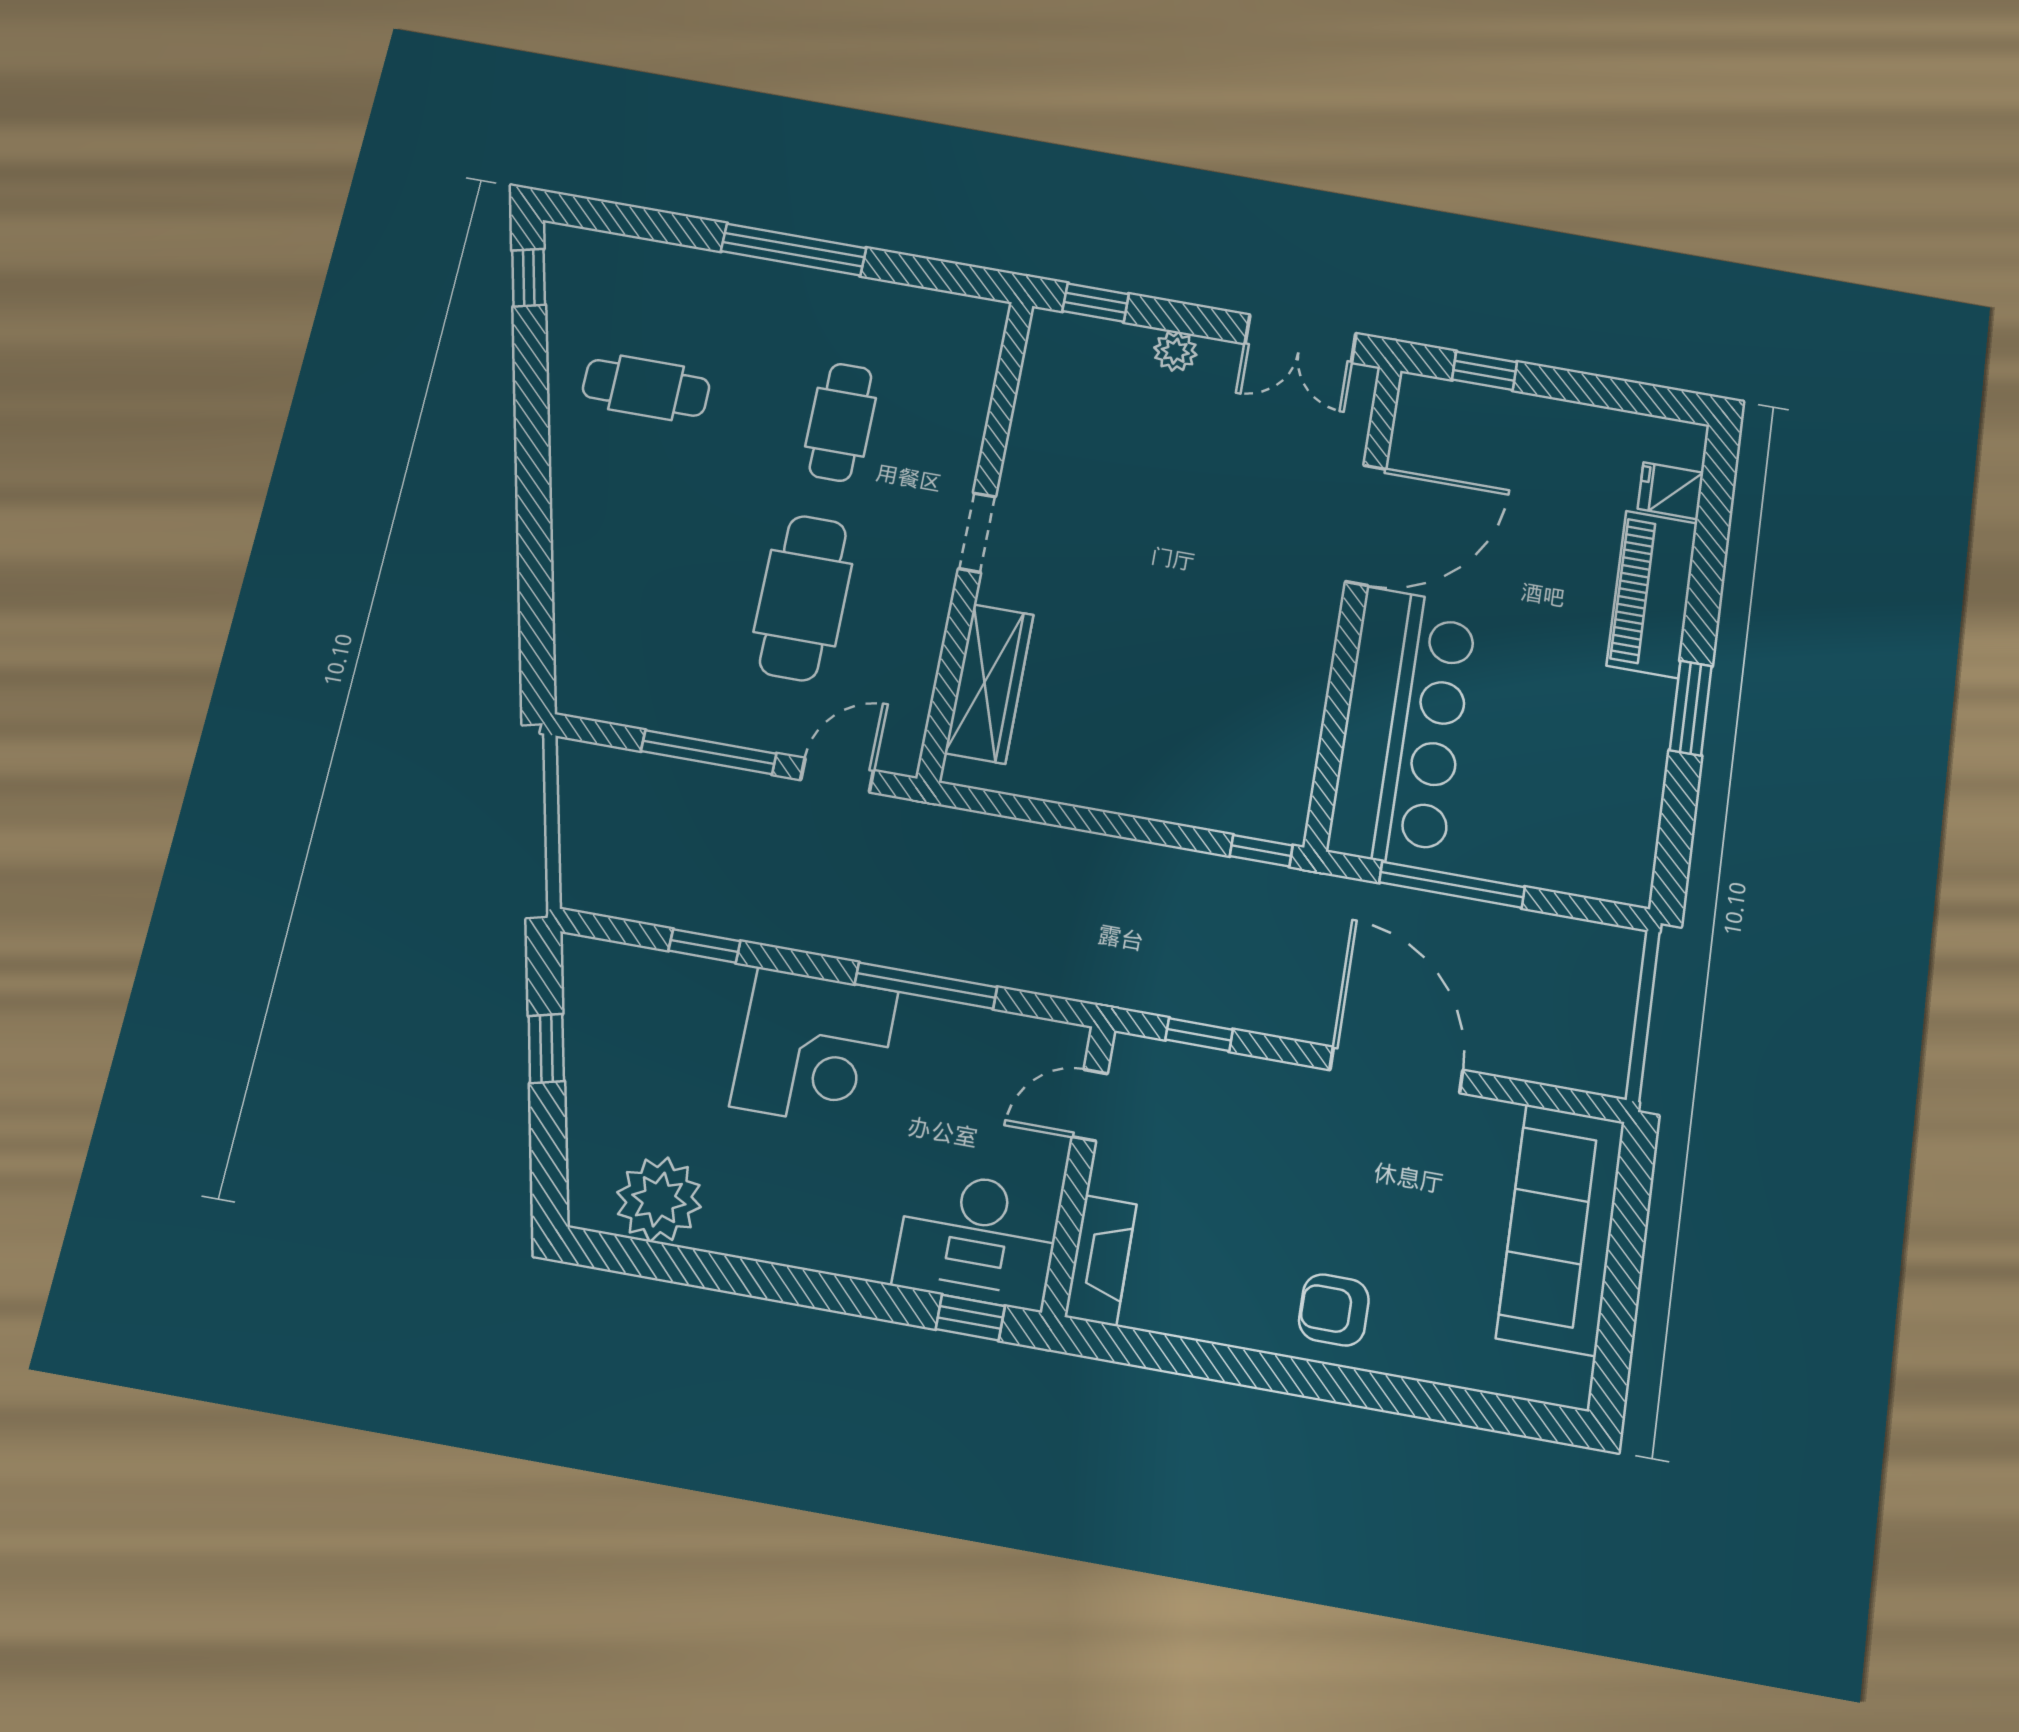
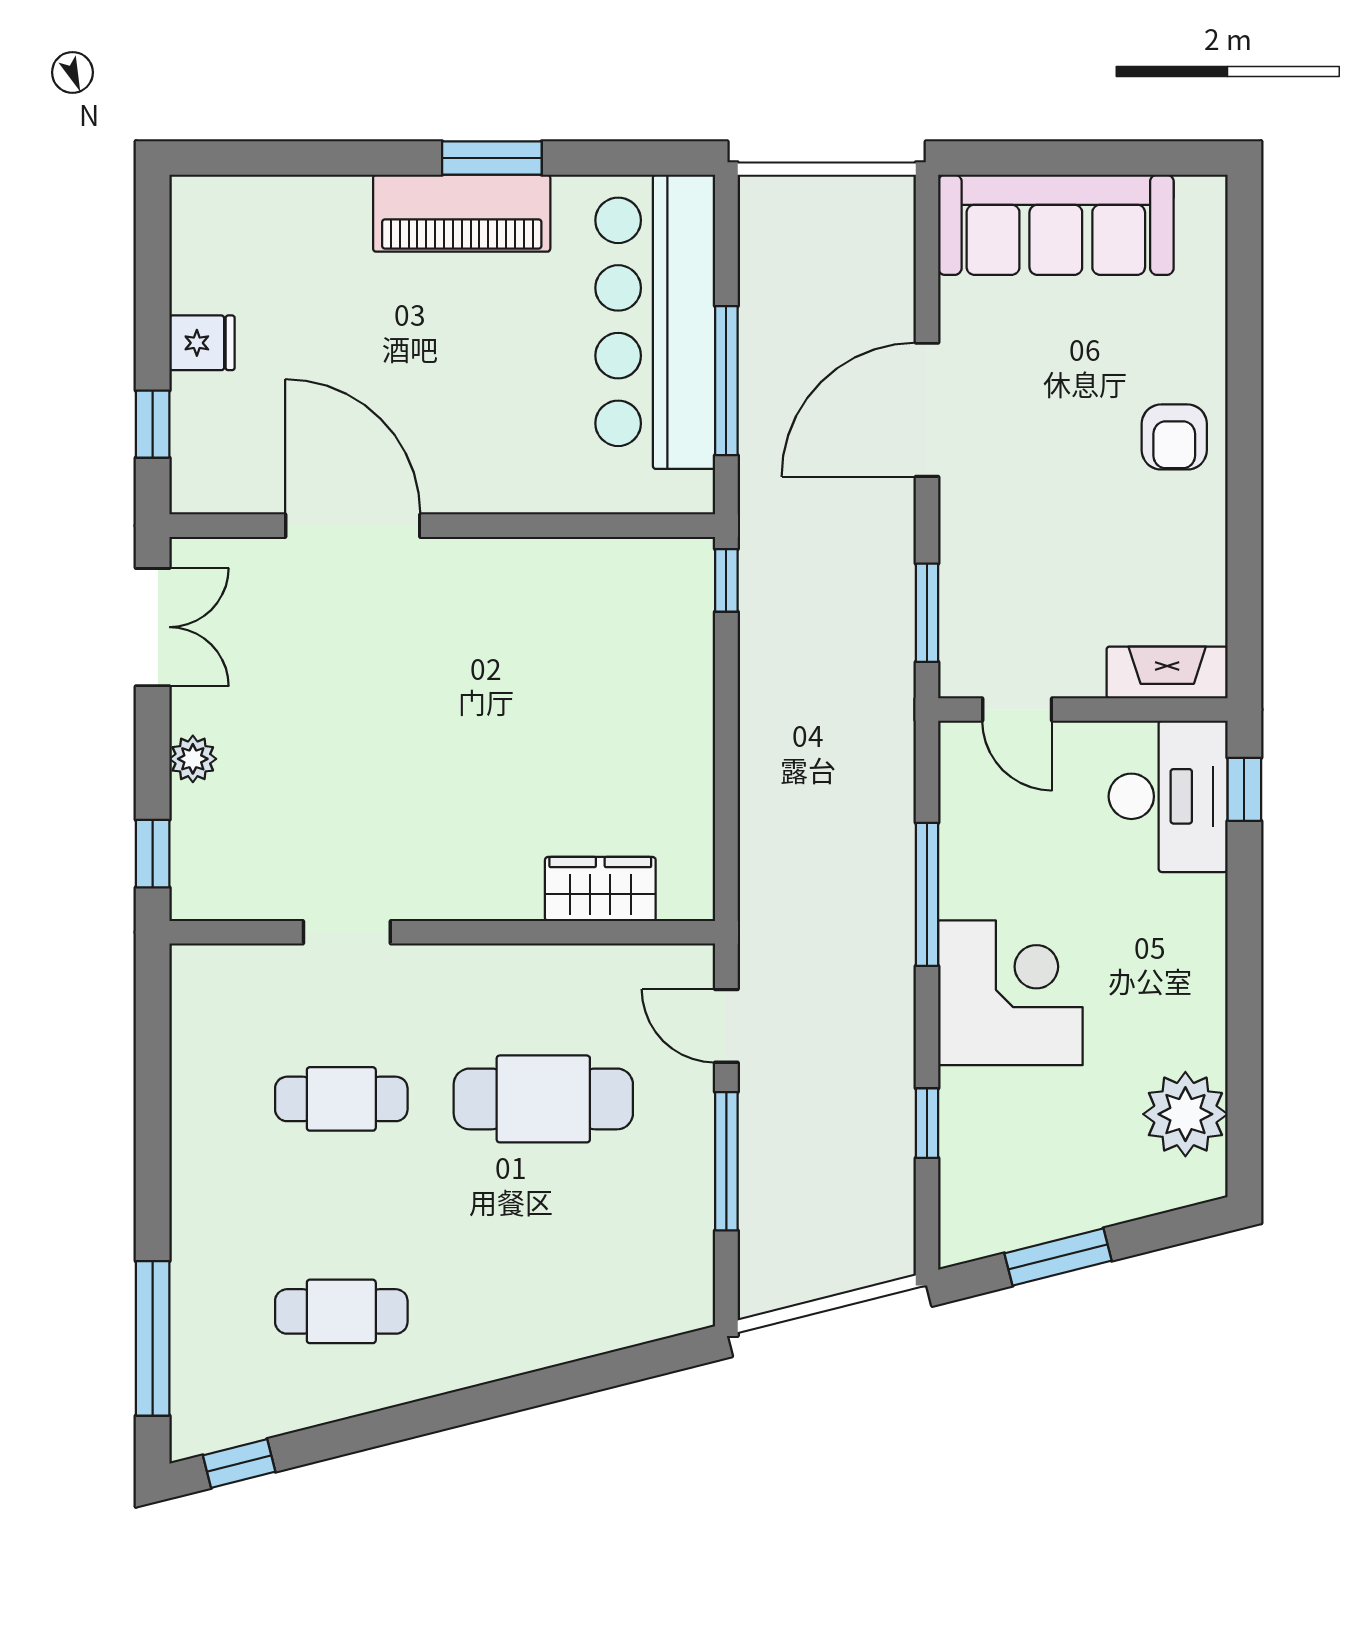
window: (794, 250) -> (153, 1338), moved
cafe table: (646, 388) -> (341, 1311), turned 90
fridge: (1671, 491) -> (202, 343), moved, turned -90
doorway: (977, 533) -> (347, 932), moved
piano: (1652, 594) -> (462, 213), moved
wardrobe: (989, 684) -> (600, 889), width x0.67
bar counter: (1403, 727) -> (655, 322), moved, turned -90
window: (1199, 1035) -> (927, 613), width x1.50
window: (546, 1049) -> (1058, 1257), width x1.50

